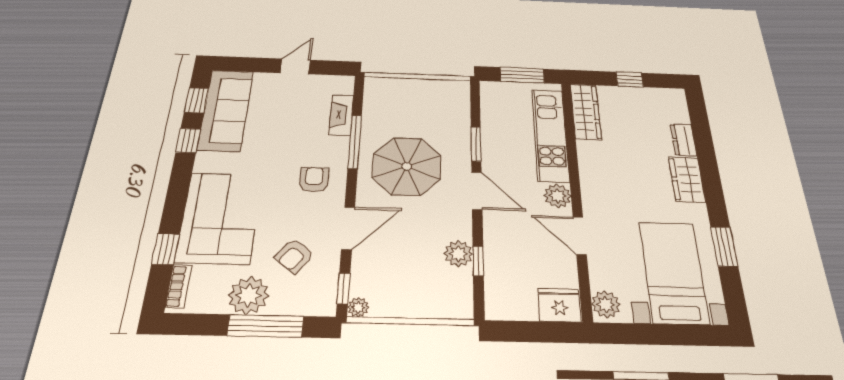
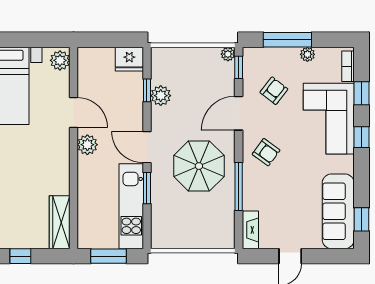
fireplace: (341, 115) -> (250, 230), moved
kitchen unit: (550, 135) -> (131, 206), moved, turned 180
window: (188, 141) -> (361, 137), moved
armchair: (314, 180) -> (266, 152), turned -54
plant: (249, 295) -> (307, 54), width x0.53, depth x0.53
fridge: (559, 305) -> (129, 59), moved

